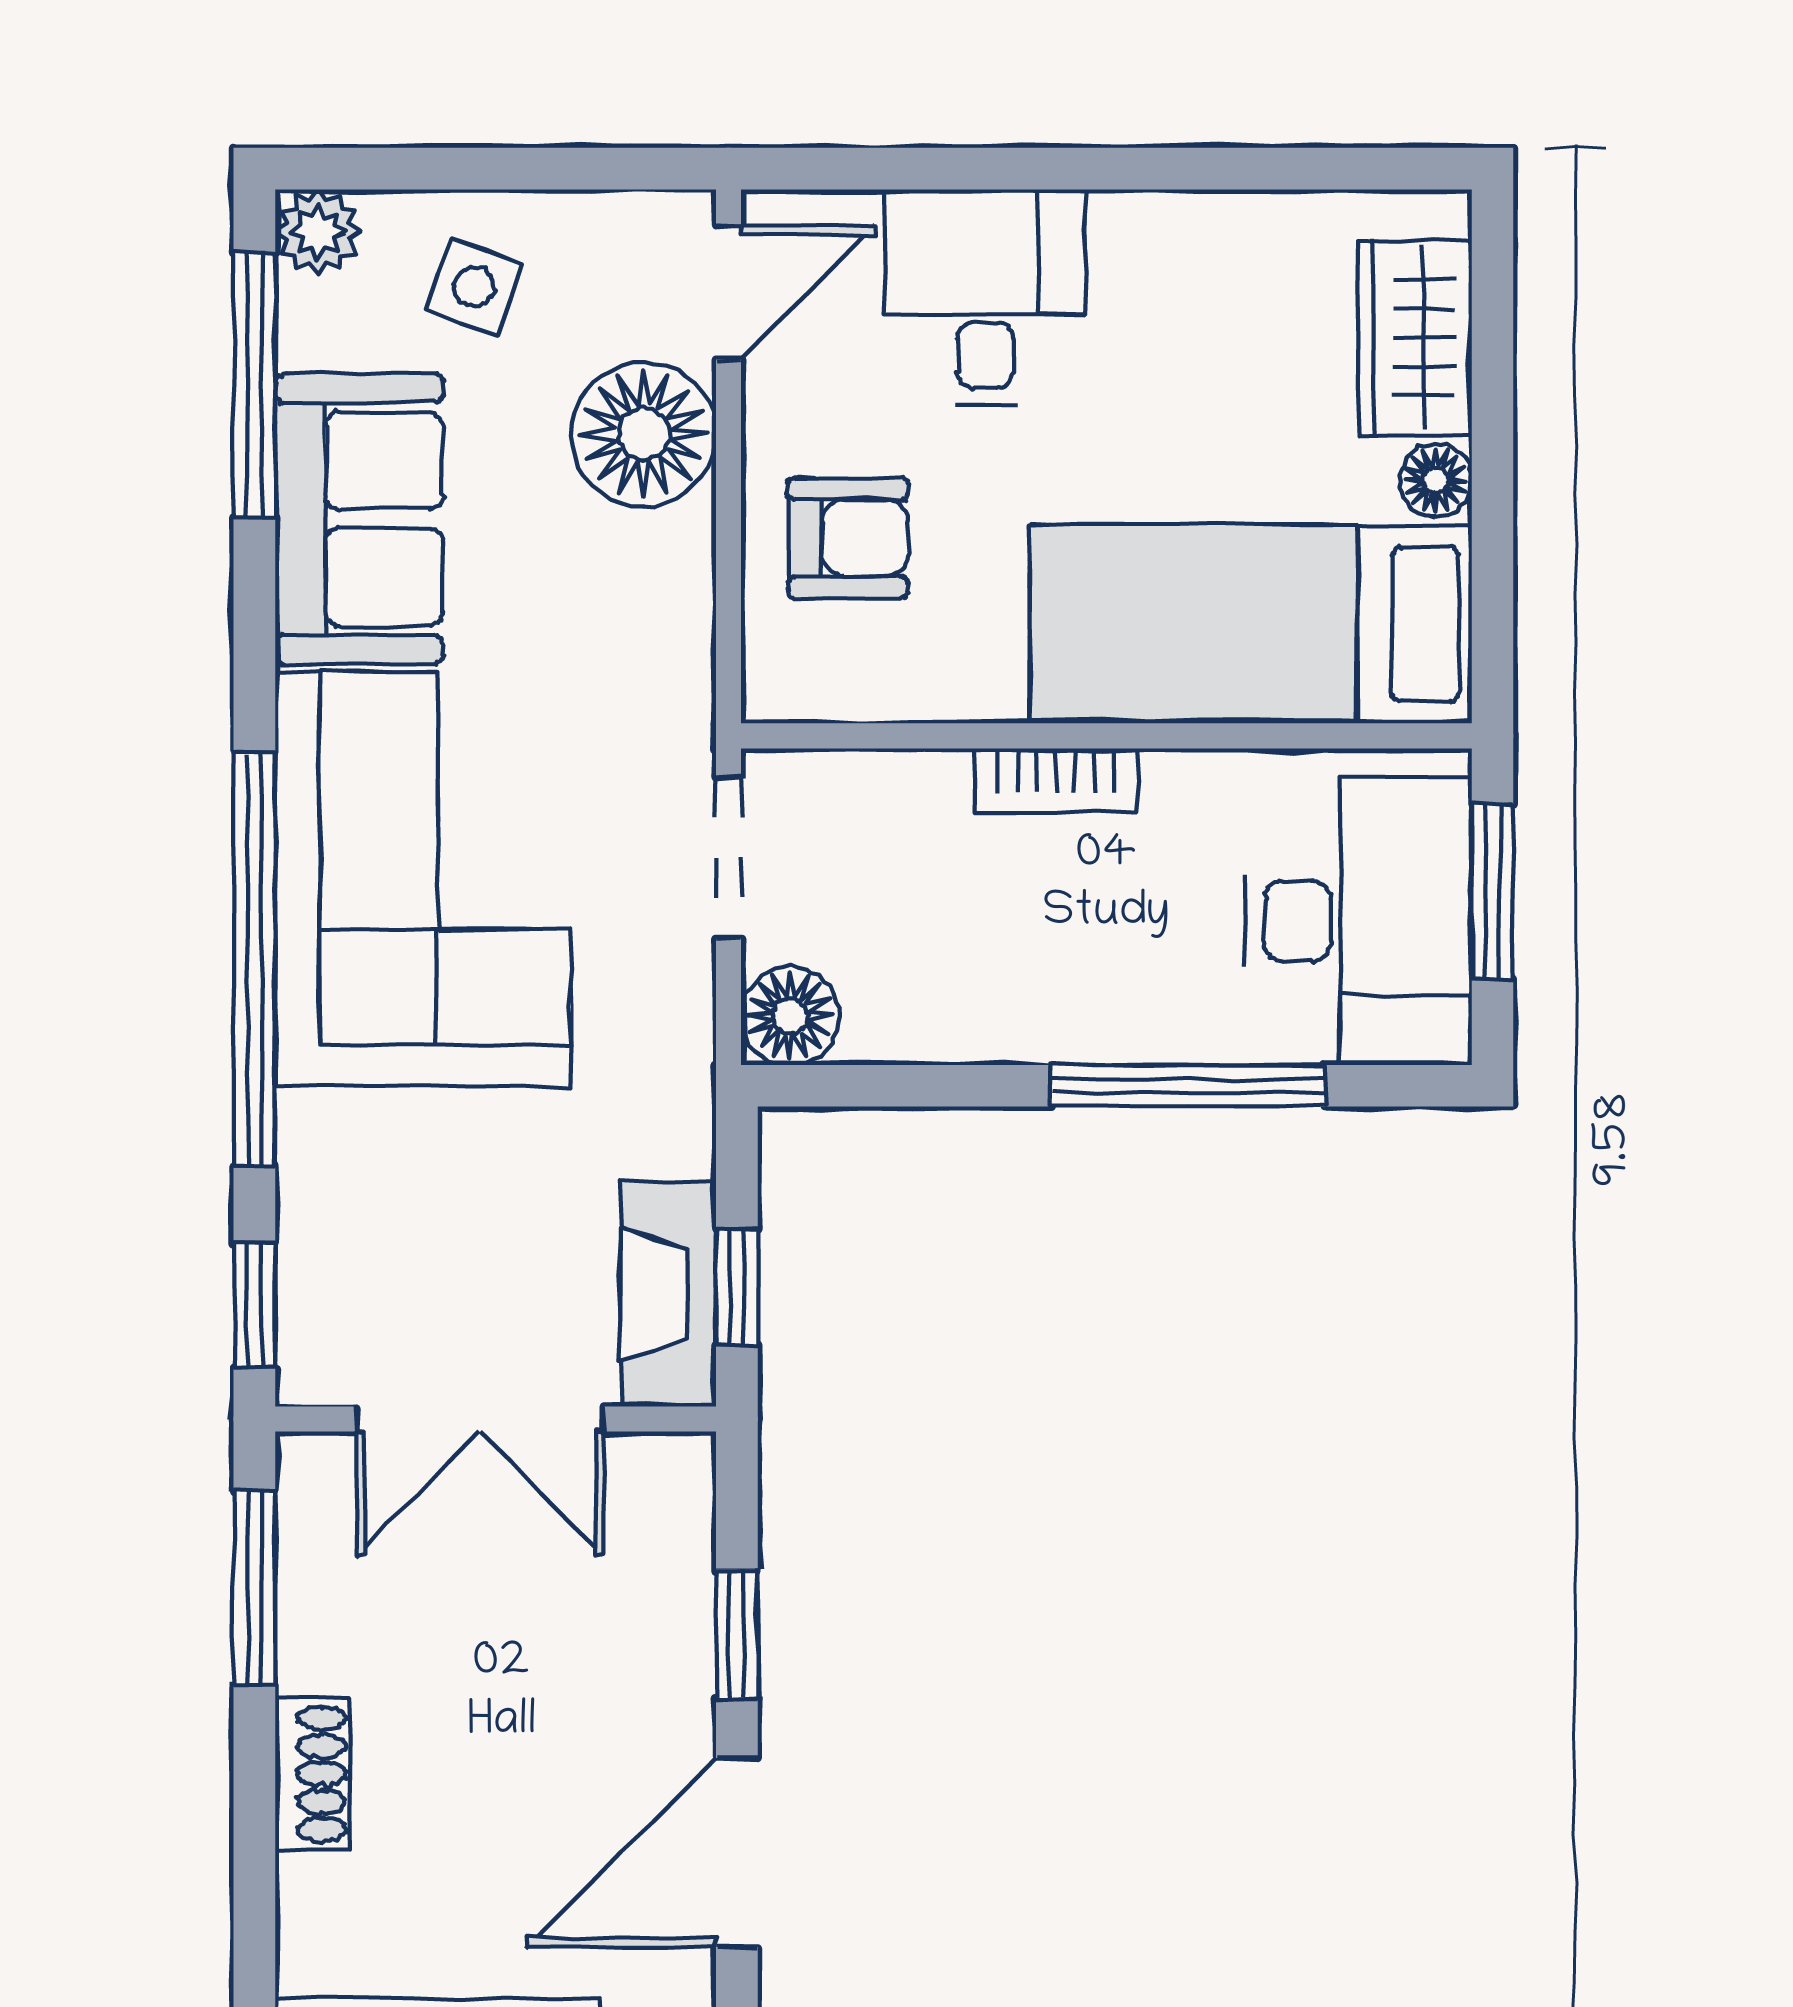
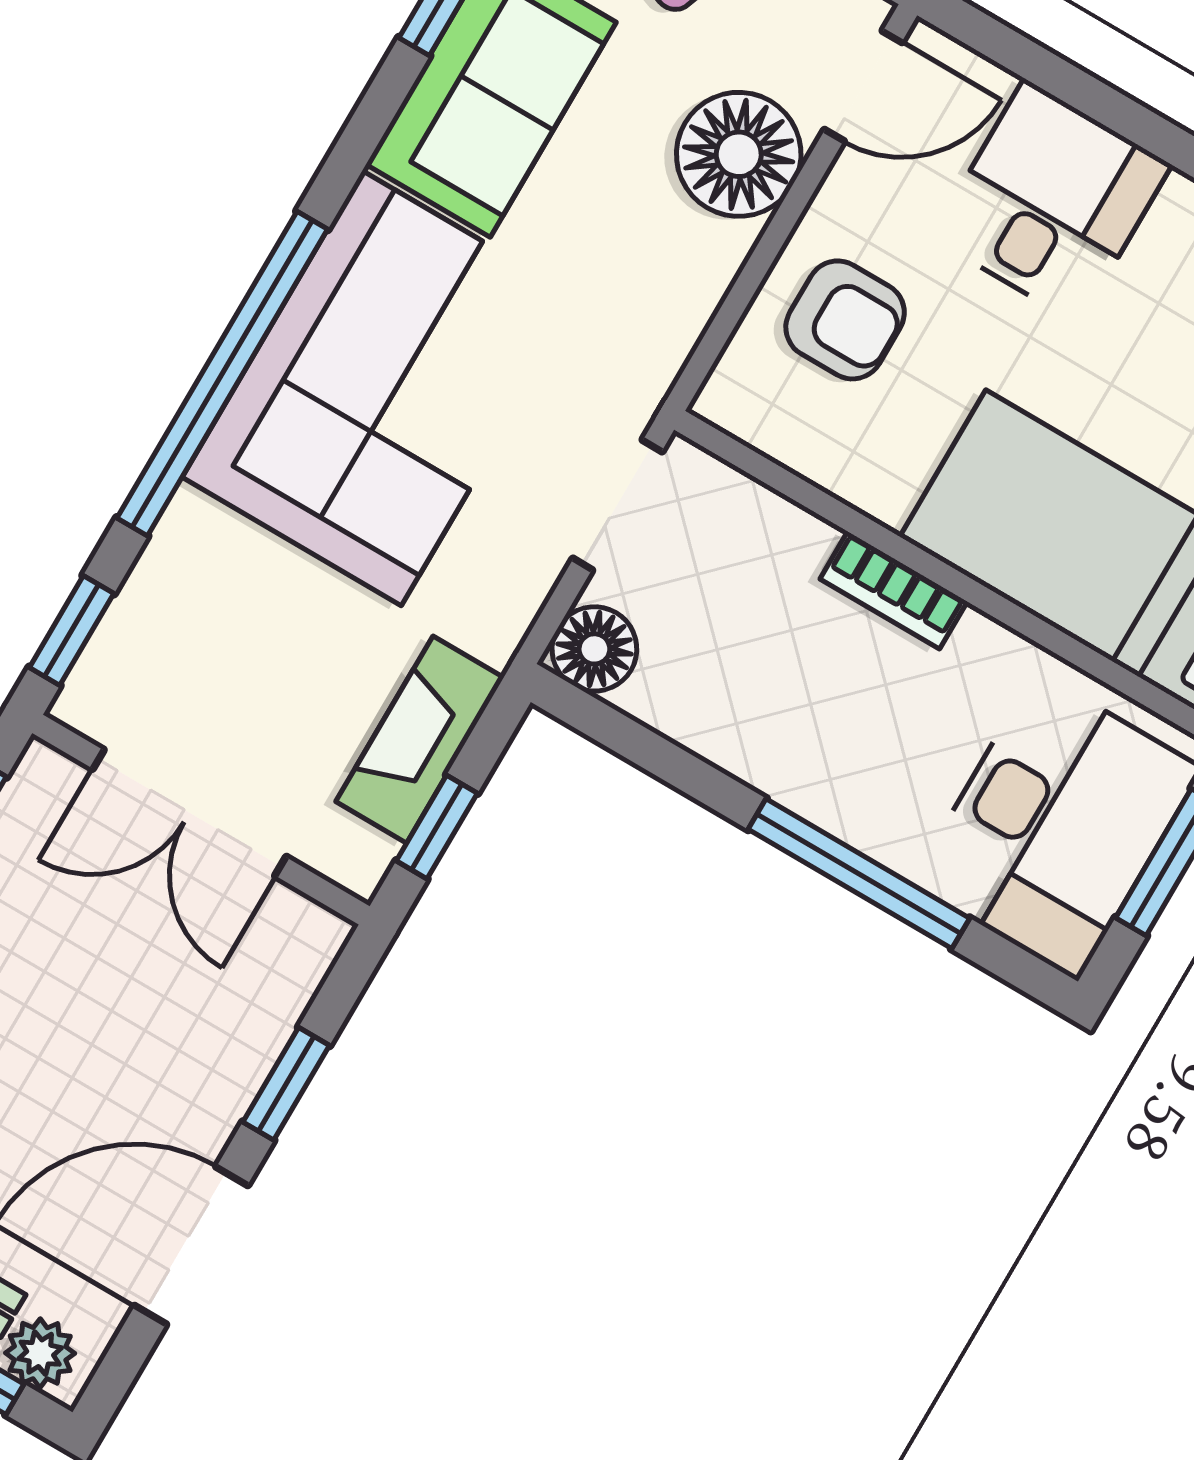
fireplace: (668, 1295) -> (420, 740), moved

